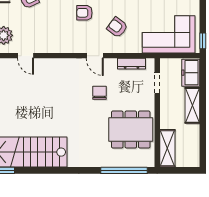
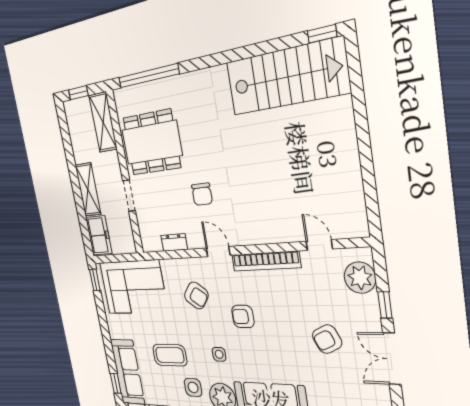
armchair: (84, 13) -> (243, 316), turned 180
bookcase: (62, 48) -> (266, 261), added
dresser: (132, 64) -> (174, 242), width x0.70
doorway: (157, 83) -> (129, 196), moved
window: (184, 170) -> (78, 93), added

